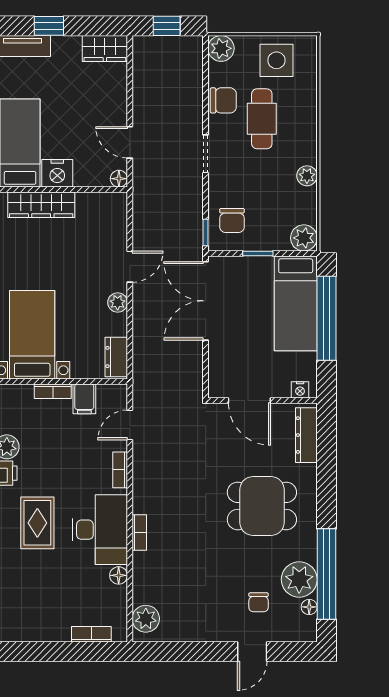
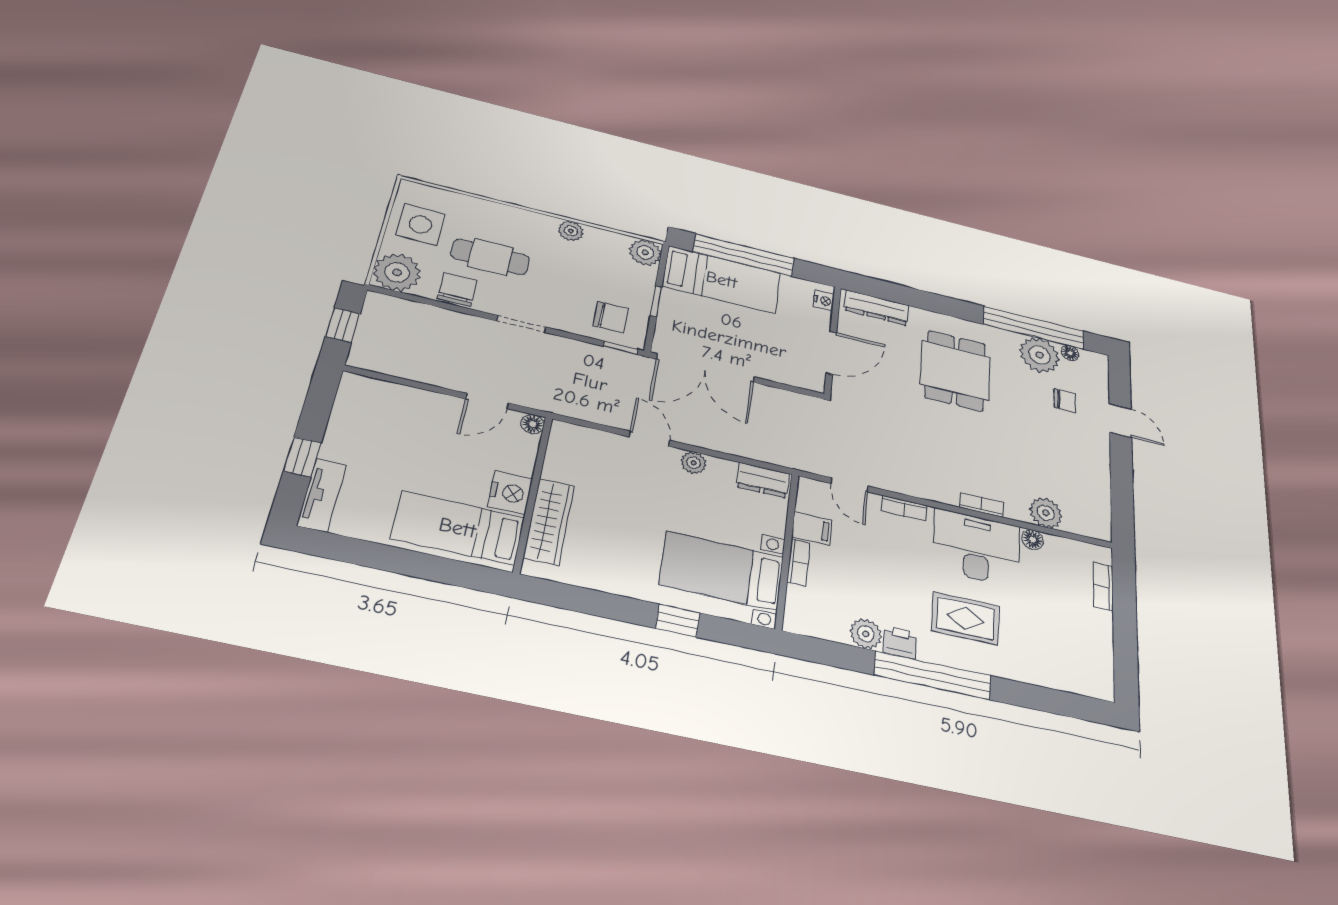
plant: (221, 48) -> (397, 272), width x1.36, depth x1.36
wardrobe: (105, 49) -> (353, 400), removed
plant: (146, 619) -> (1046, 513), moved

